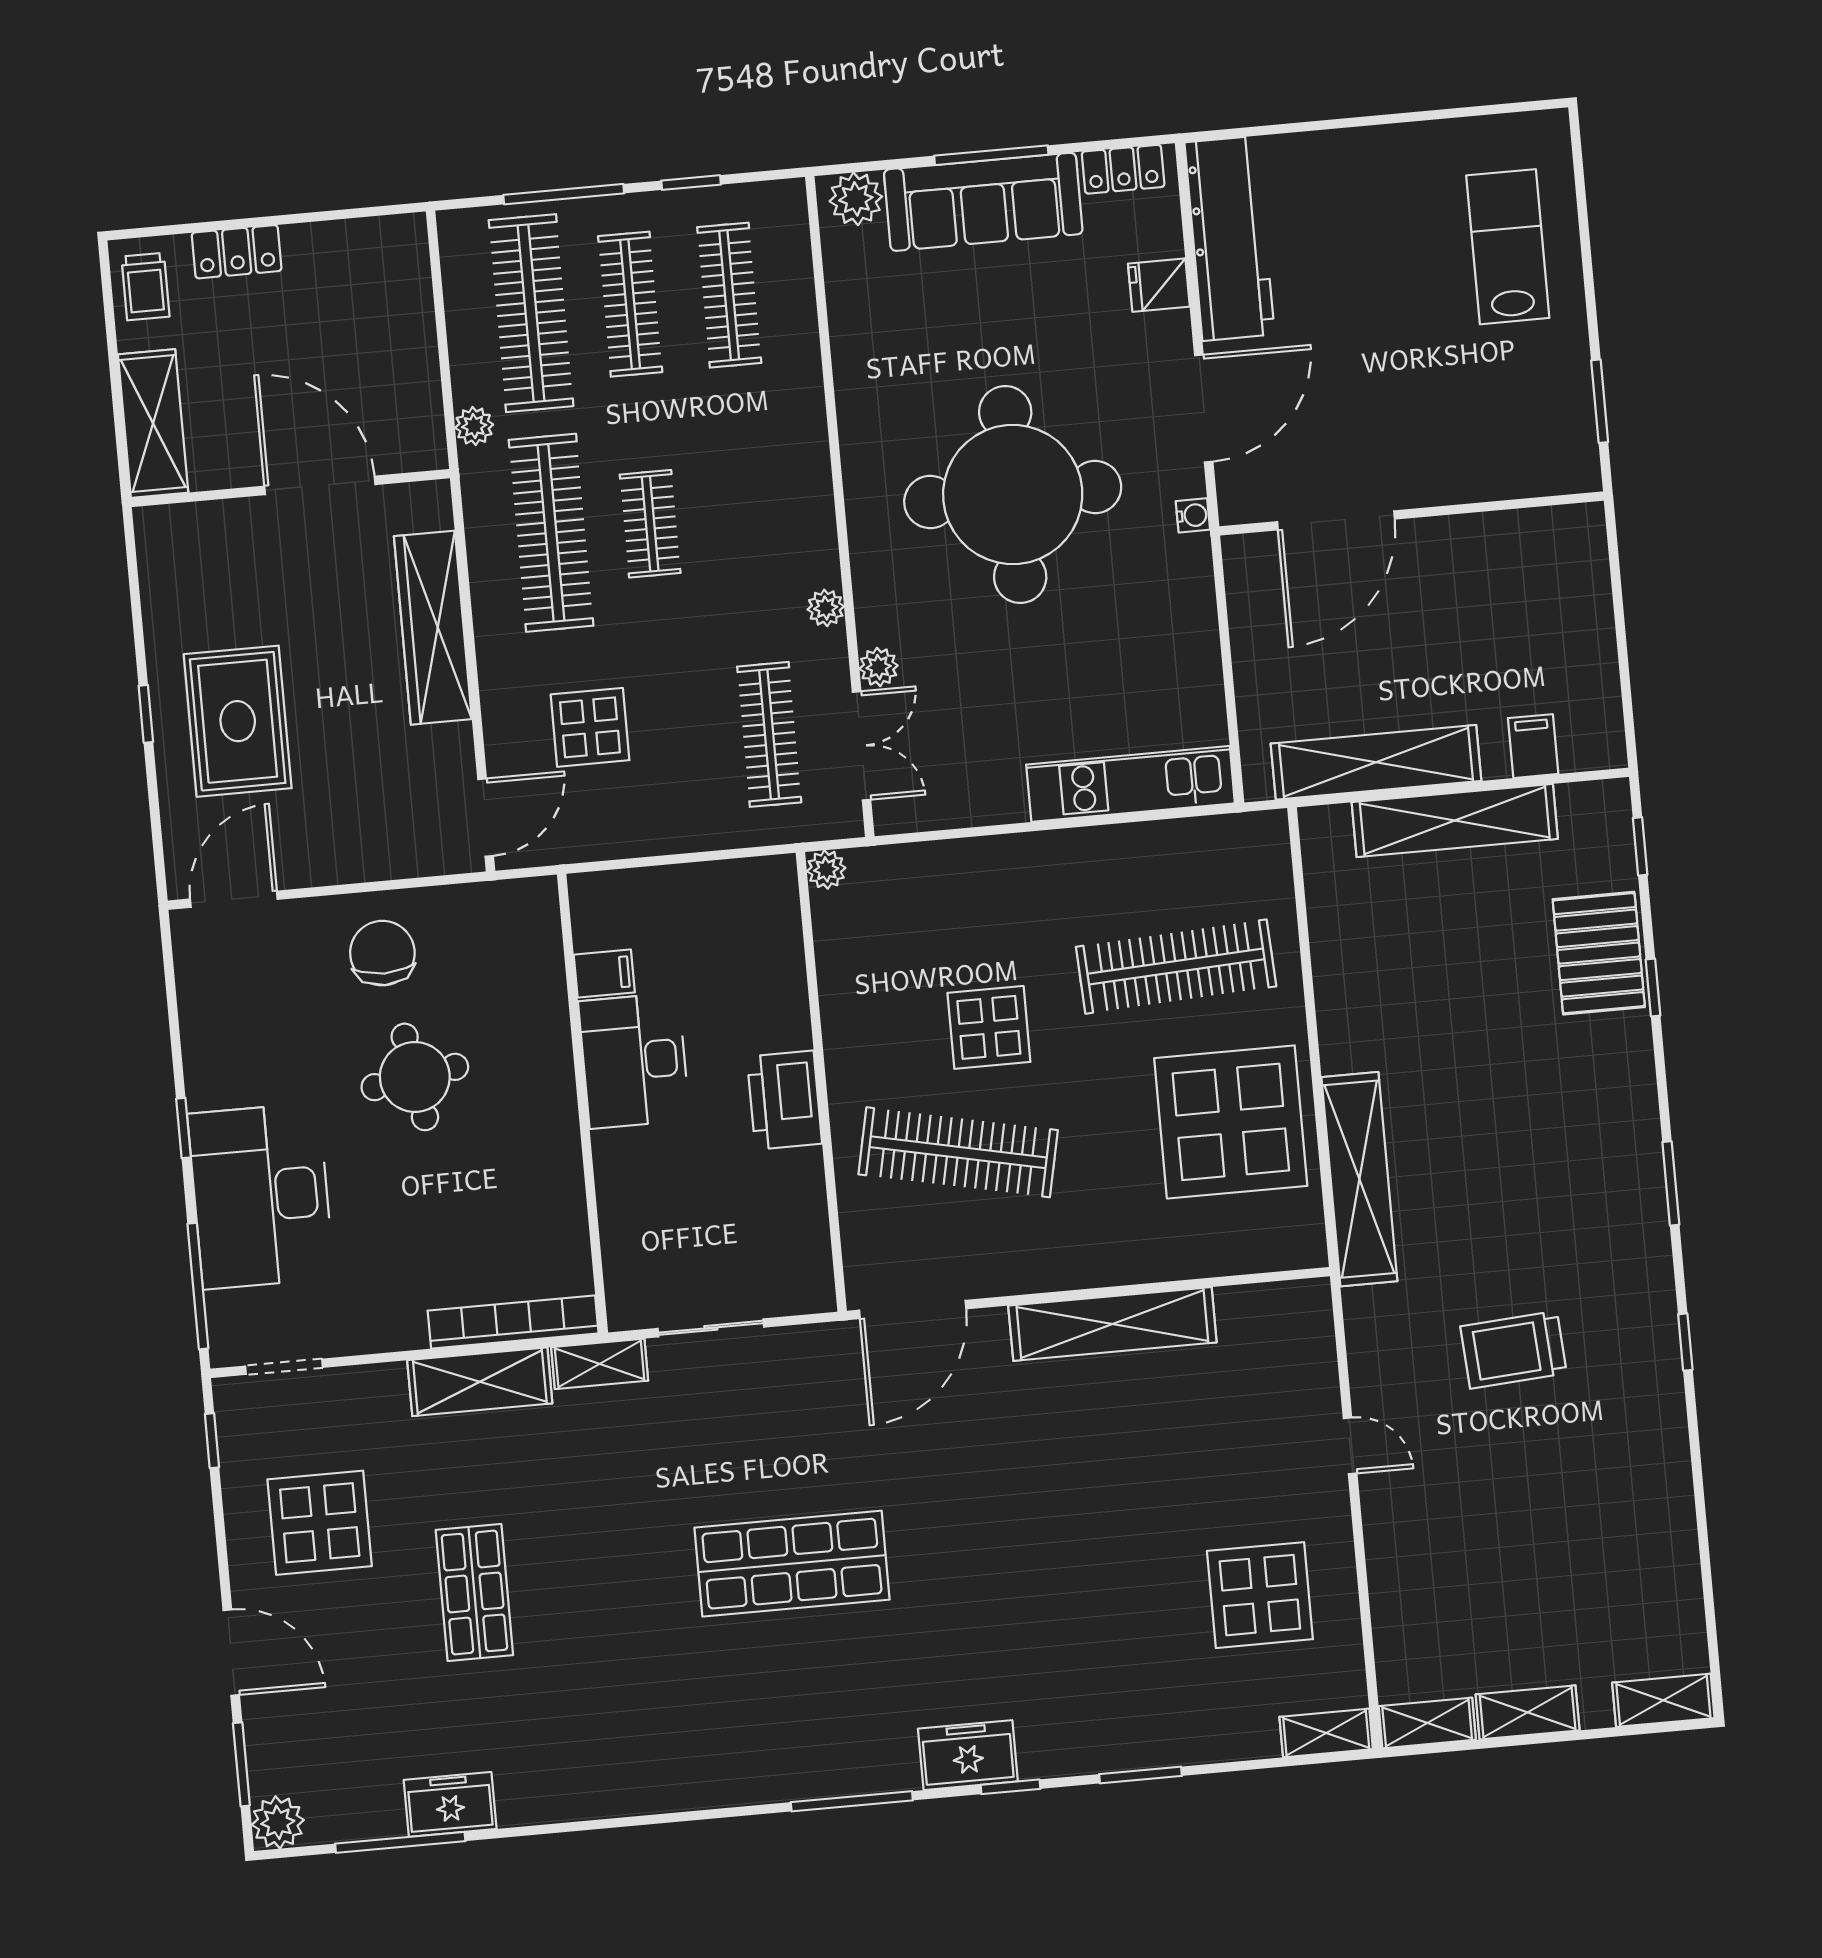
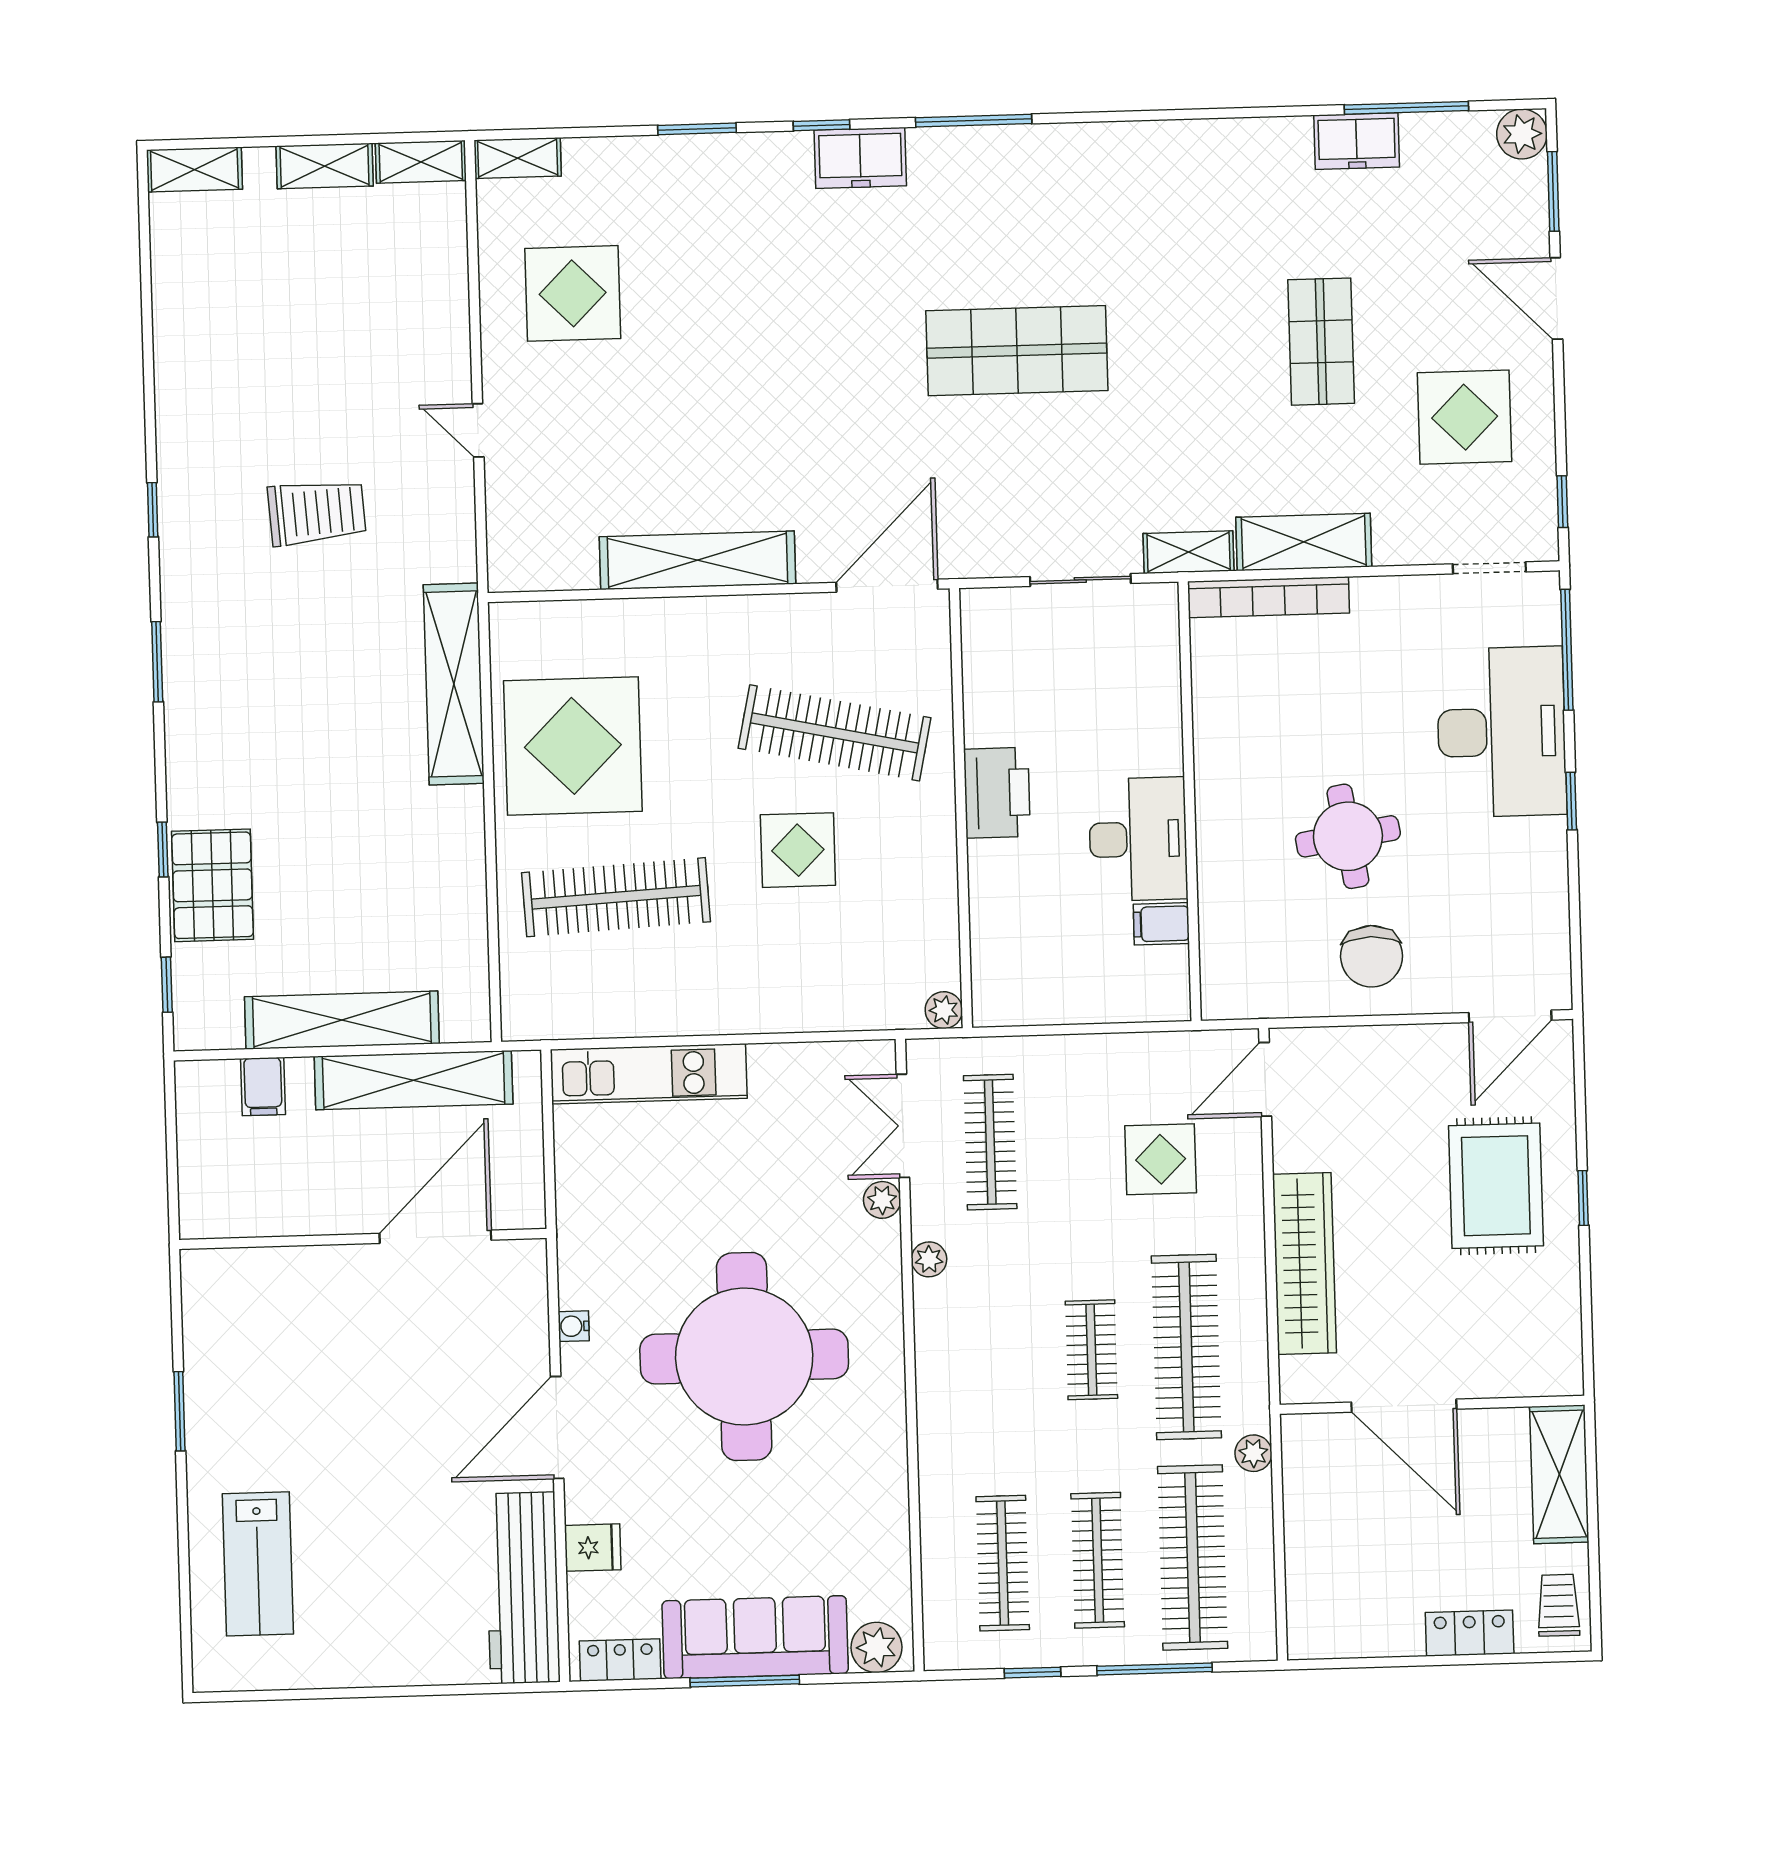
wall: (1412, 513) -> (363, 1239), moved
door: (1336, 520) -> (435, 1237), moved

